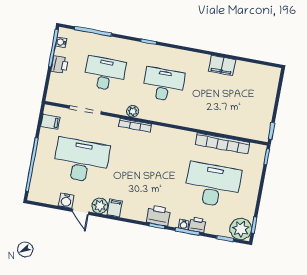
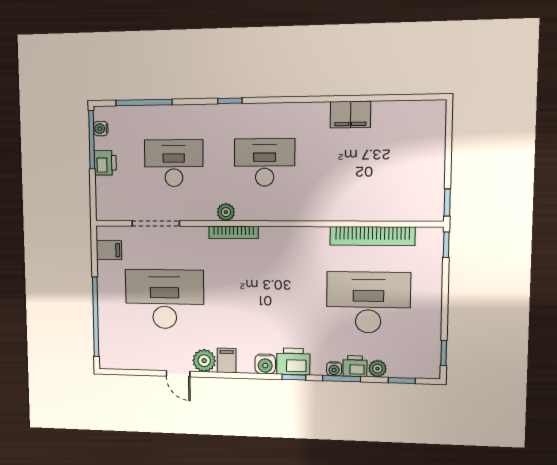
water cooler: (66, 201) -> (265, 364), moved
plant: (241, 229) -> (377, 369), moved, width x0.53, depth x0.53

